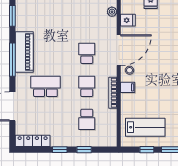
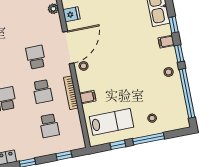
school desk: (87, 86) -> (43, 91), turned 180
filing cabinet: (128, 87) -> (88, 97), moved
window: (84, 150) -> (64, 156), moved

